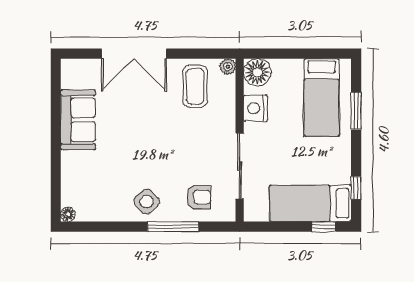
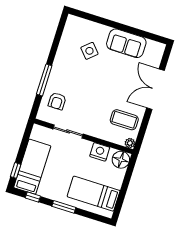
window: (356, 111) -> (64, 207), moved
sliding door: (240, 166) -> (68, 131), width x0.73
side table: (146, 202) -> (89, 51), moved
floor lamp: (68, 214) -> (71, 19), removed

